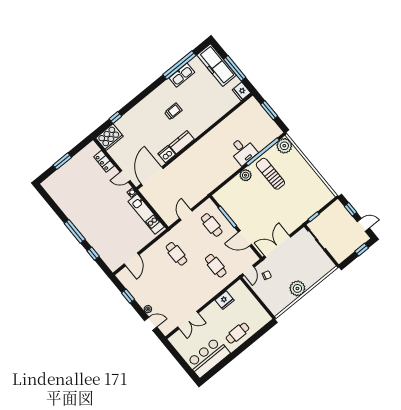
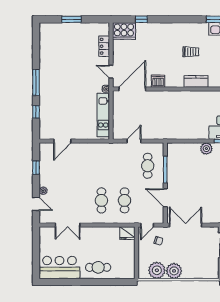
kitchen counter: (182, 142) -> (196, 81), moved
cafe table: (177, 254) -> (101, 200), moved
plant: (284, 299) -> (157, 270), added
fridge: (225, 300) -> (127, 233), moved

